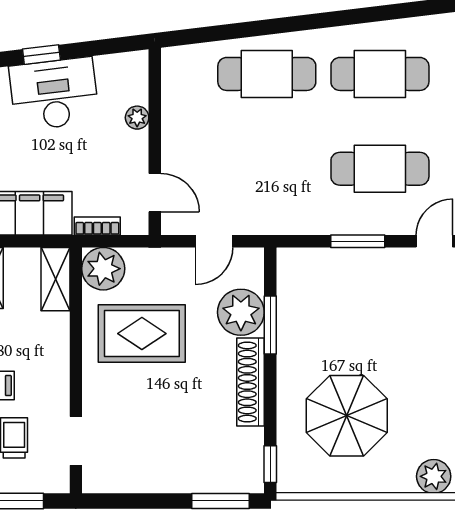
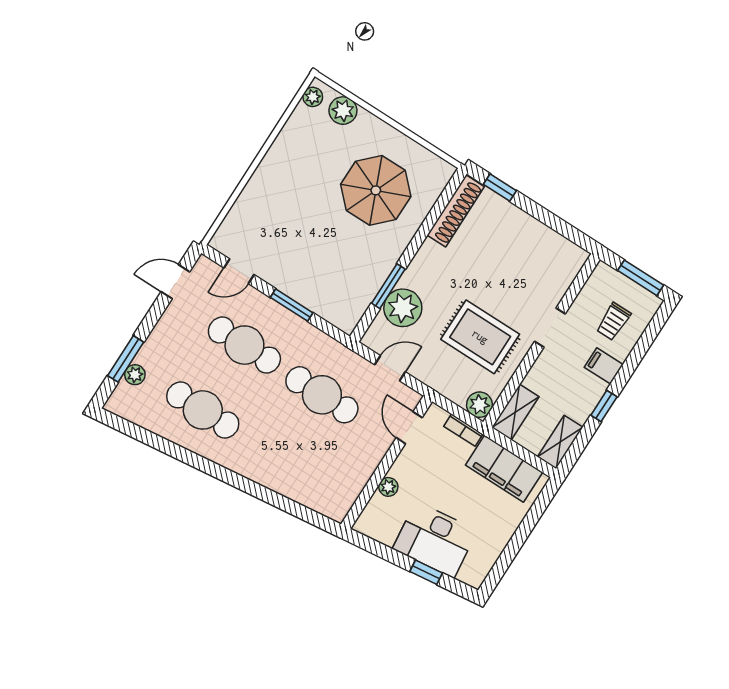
cafe table: (267, 74) -> (322, 395), moved
plant: (103, 269) -> (479, 405), width x0.73, depth x0.73
shoe rack: (251, 382) -> (456, 211), moved
doorway: (76, 441) -> (550, 328), moved
window: (270, 464) -> (450, 191), removed
window: (221, 501) -> (500, 187), width x0.67

